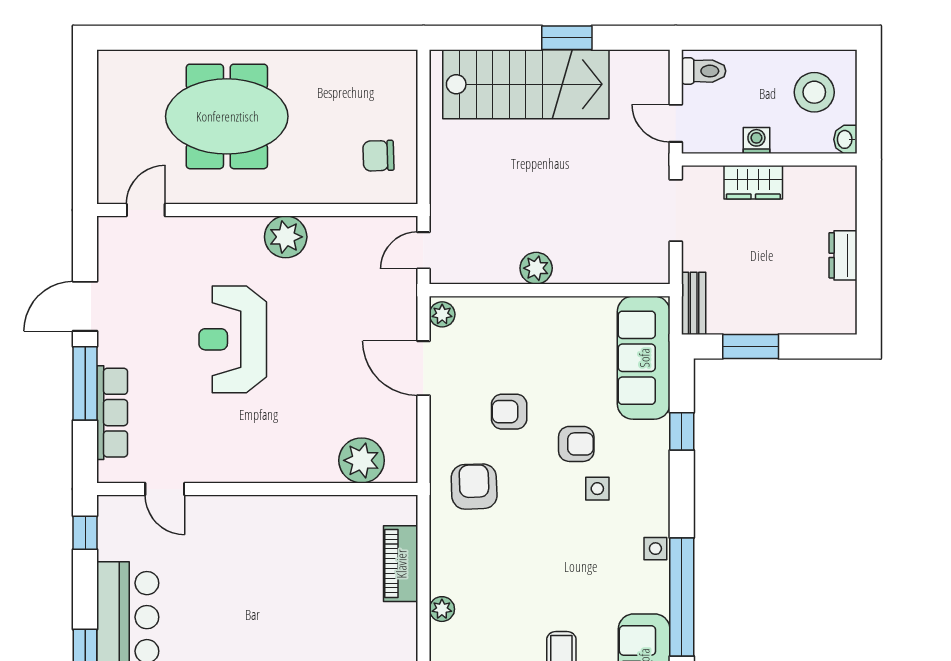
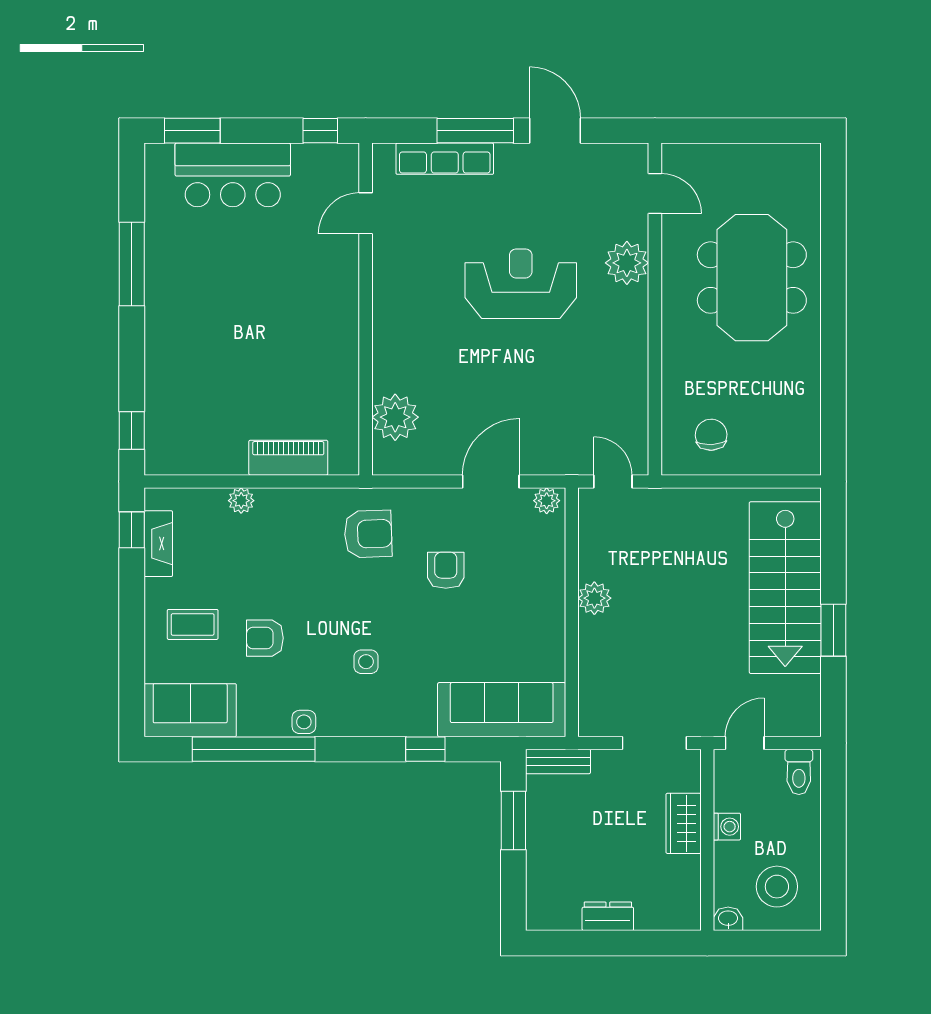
plant: (286, 237) -> (627, 263), moved
armchair: (576, 444) -> (265, 638), moved, turned 90

